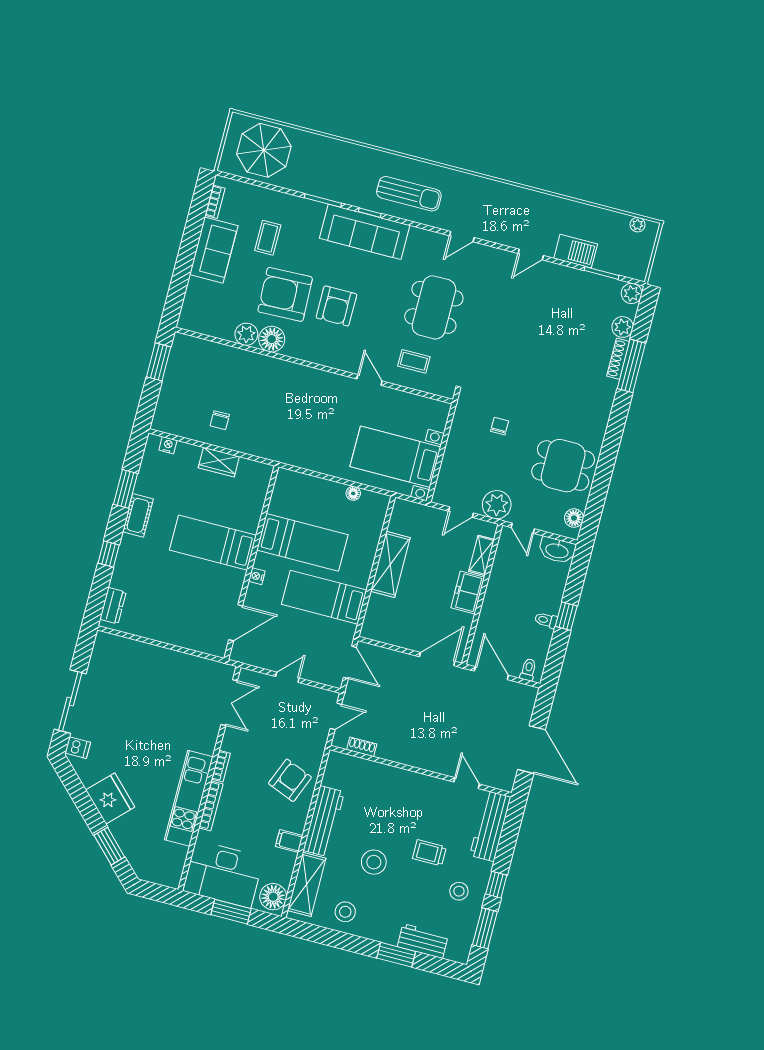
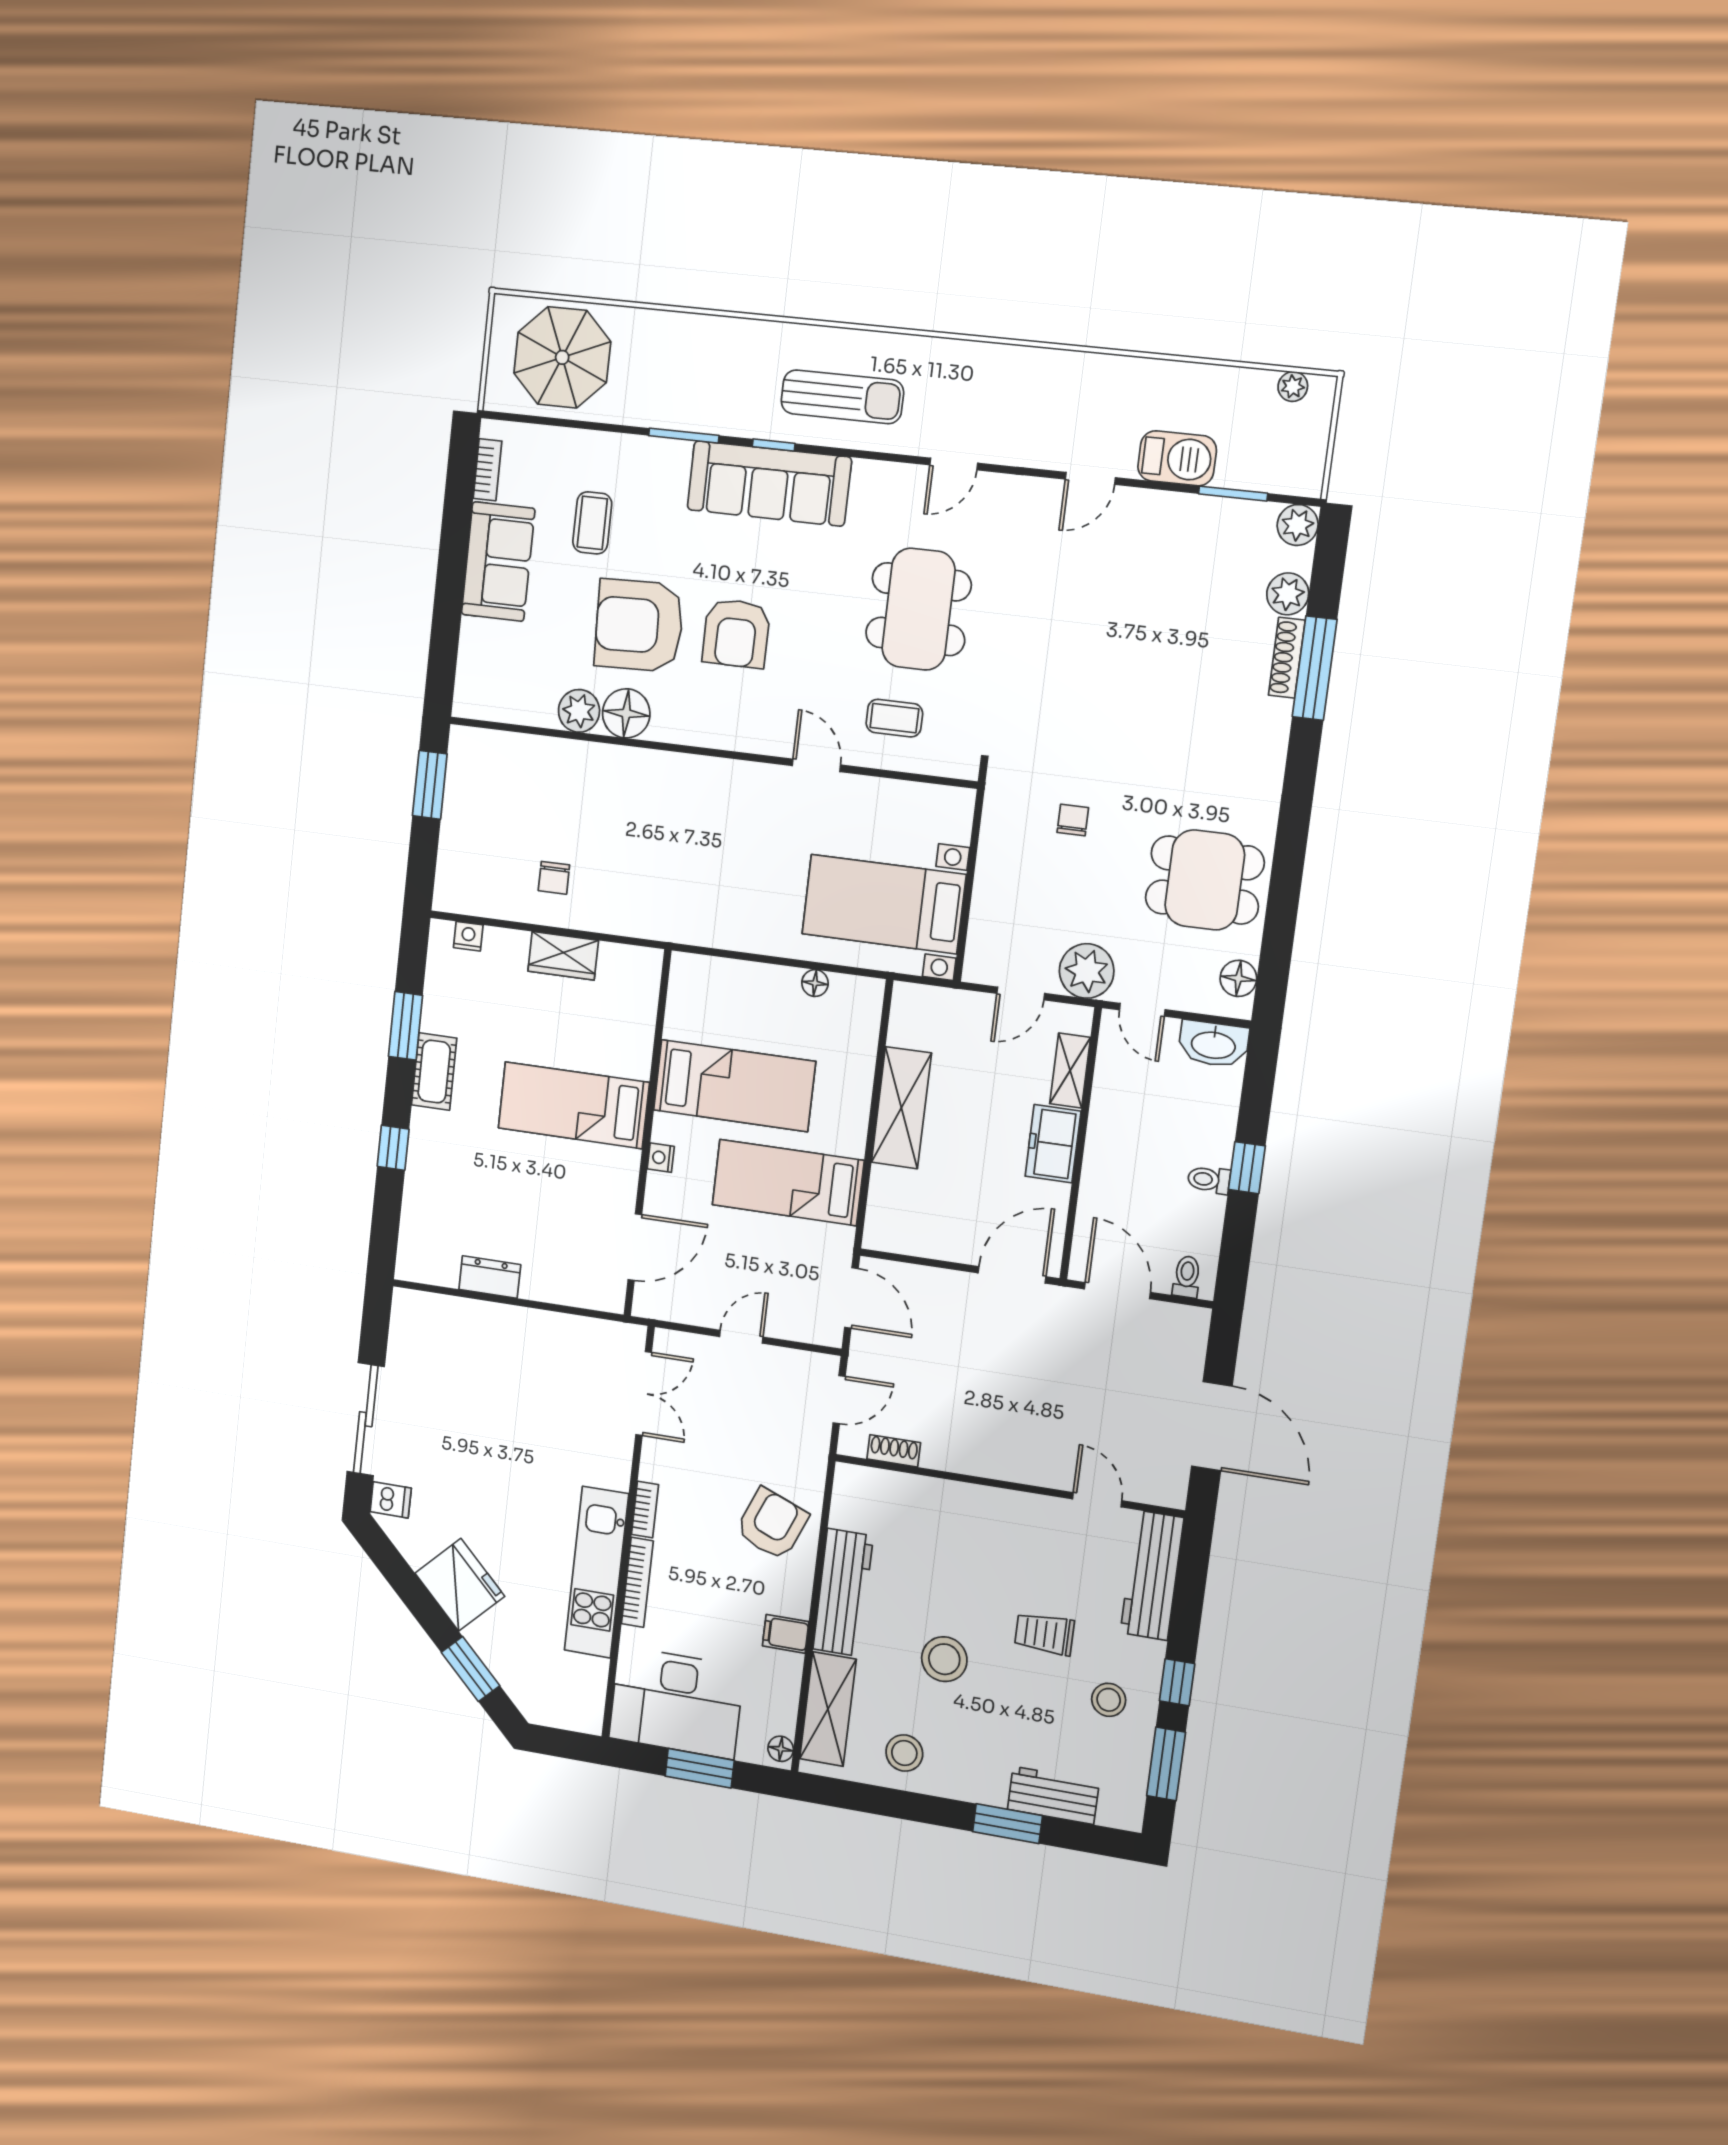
dresser: (113, 606) -> (490, 1277), moved, turned -90
floor lamp: (273, 897) -> (781, 1749), width x0.53, depth x0.53

